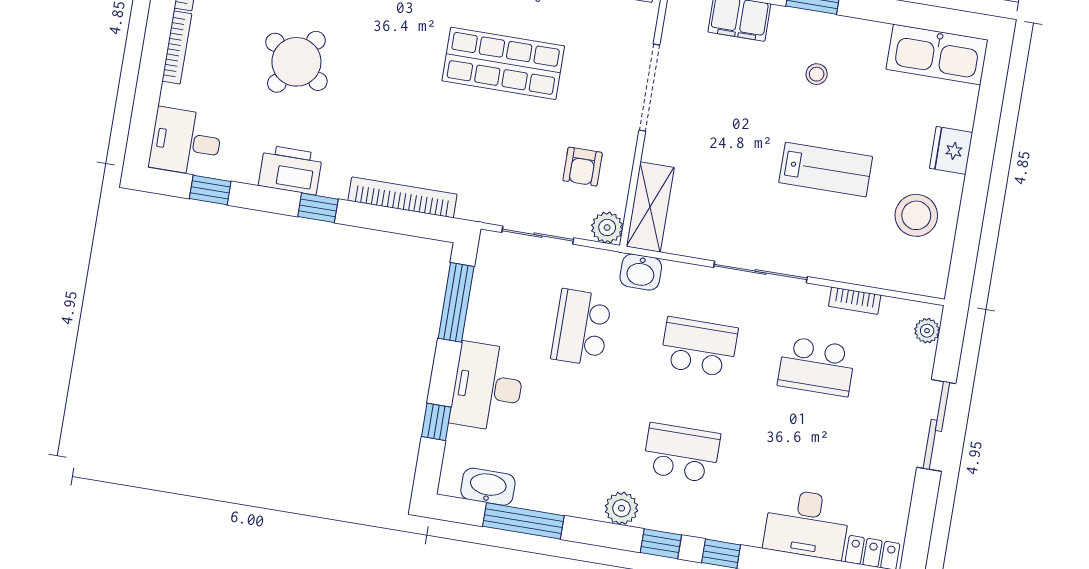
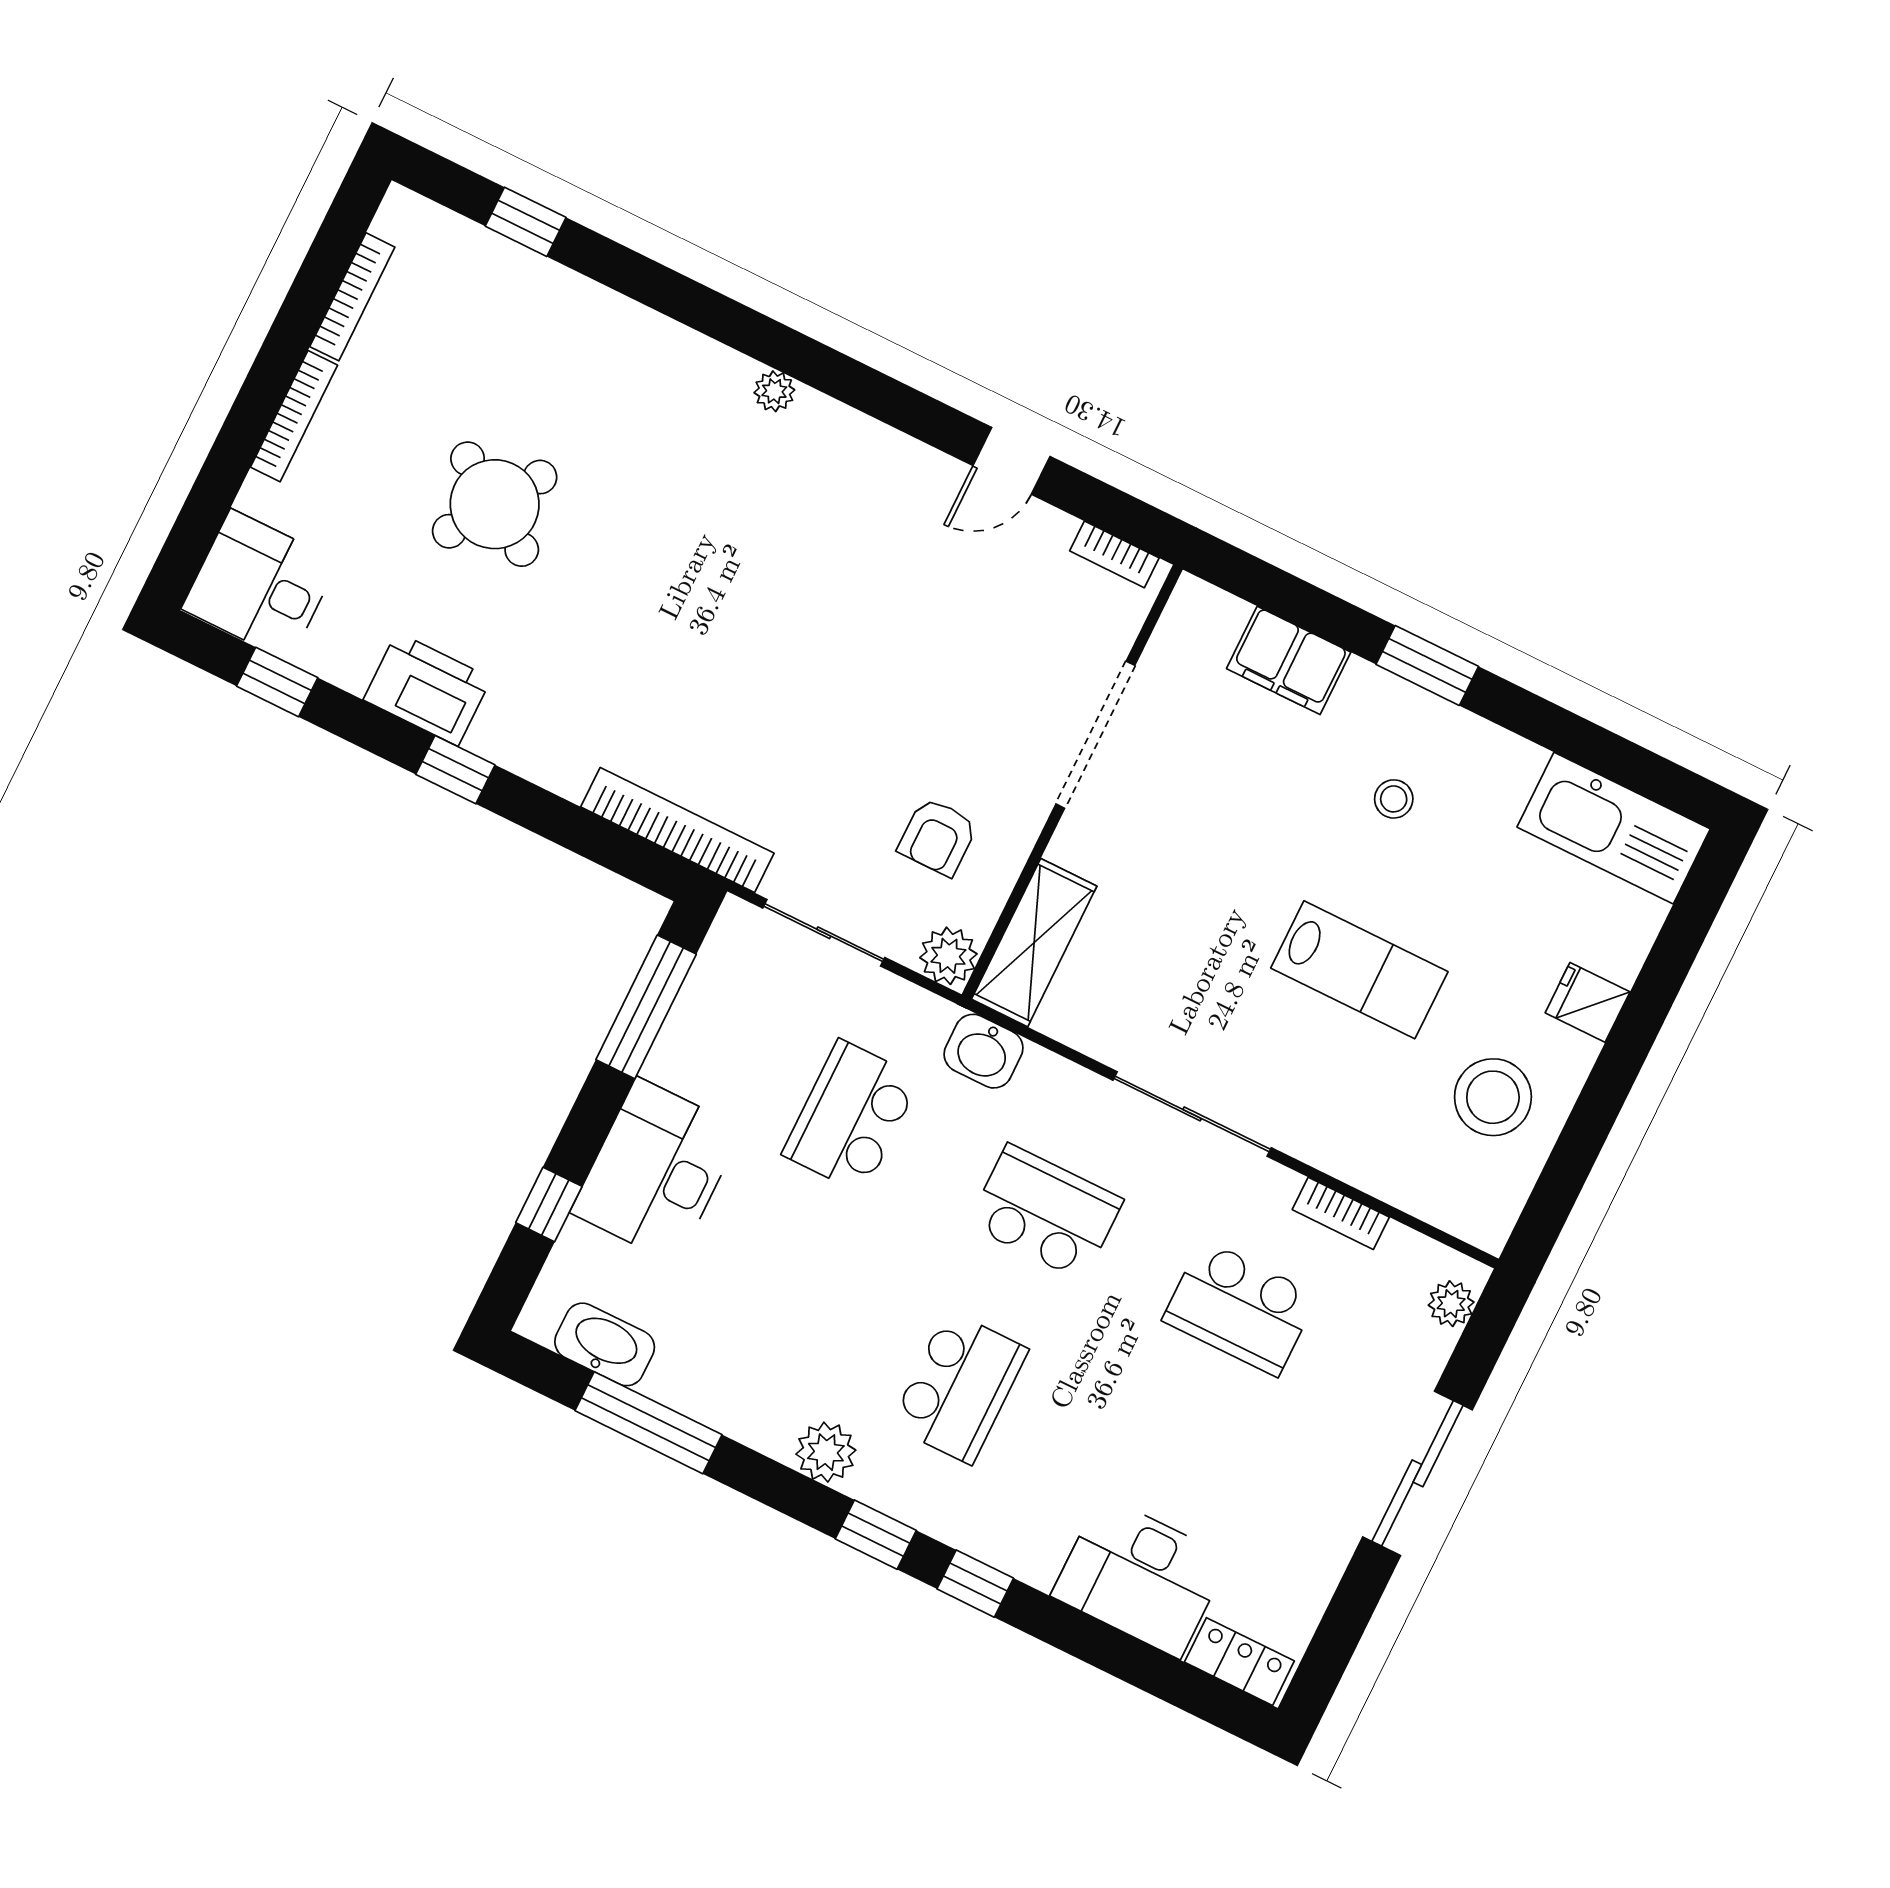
shop shelf: (503, 63) -> (854, 616), removed
fridge: (951, 150) -> (1588, 1002), width x0.72
bookcase: (403, 197) -> (677, 830), moved
school desk: (681, 453) -> (959, 1387), turned 90

